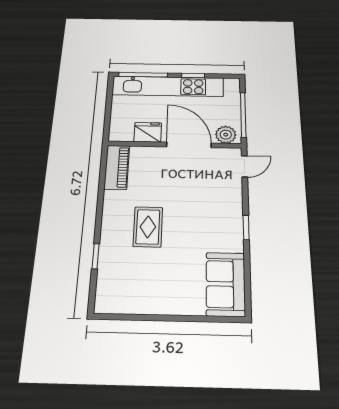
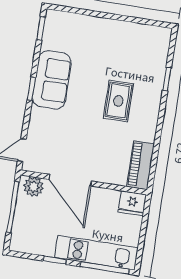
kitchen unit: (168, 86) -> (96, 253), width x0.73
fridge: (148, 132) -> (132, 203), moved
sofa: (226, 284) -> (52, 80), moved
window: (248, 293) -> (41, 28), added

